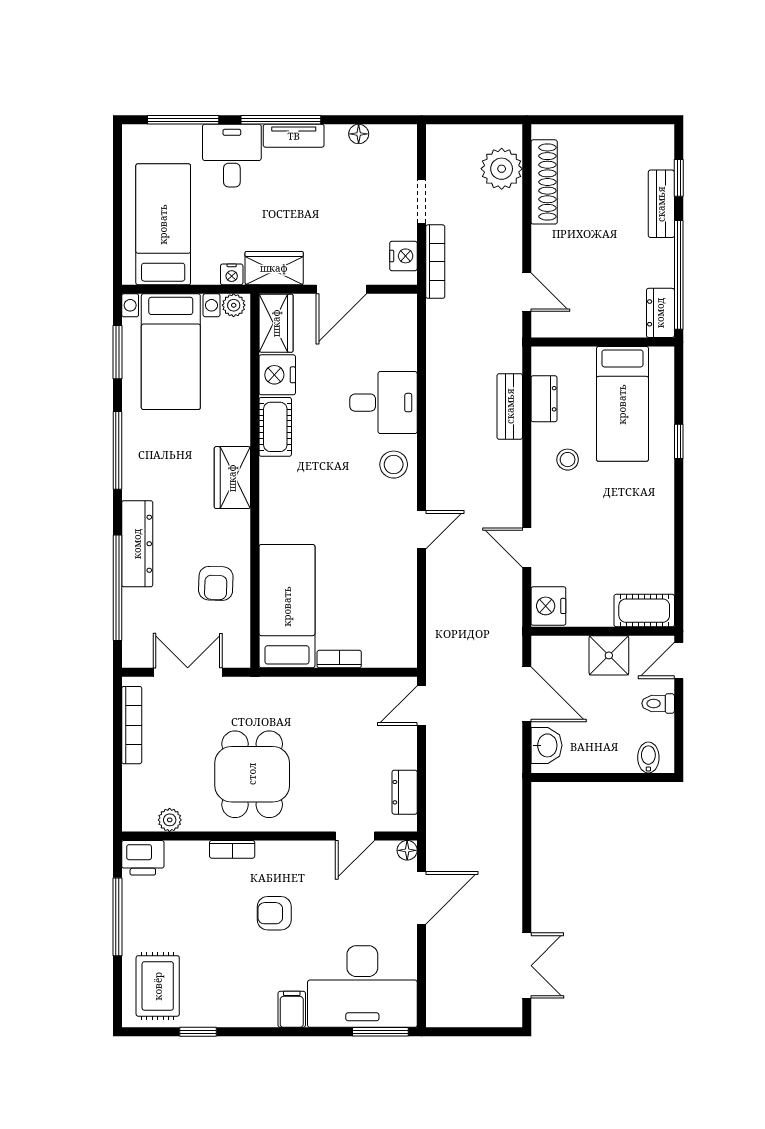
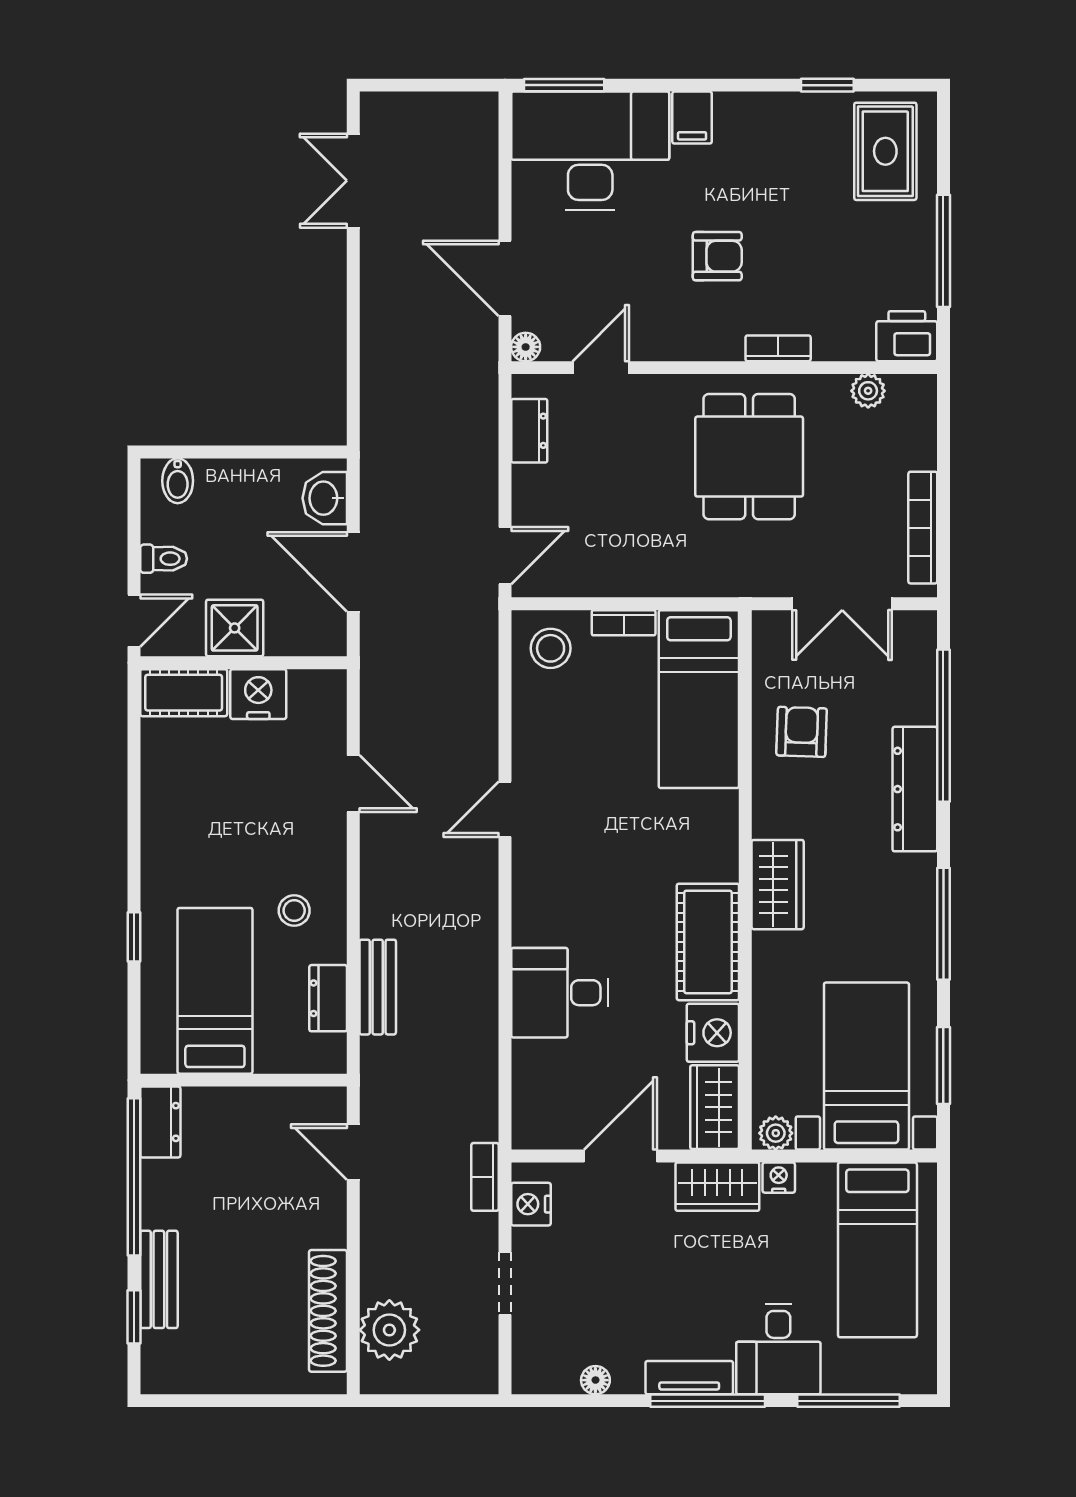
bookcase: (435, 262) -> (485, 1177), width x0.64
cot: (275, 427) -> (708, 942), width x1.37, depth x1.34
stool: (394, 465) -> (551, 648), moved
nightstand: (548, 606) -> (258, 694), moved, turned -90
door: (421, 898) -> (505, 278), hinge flipped

